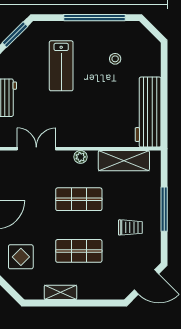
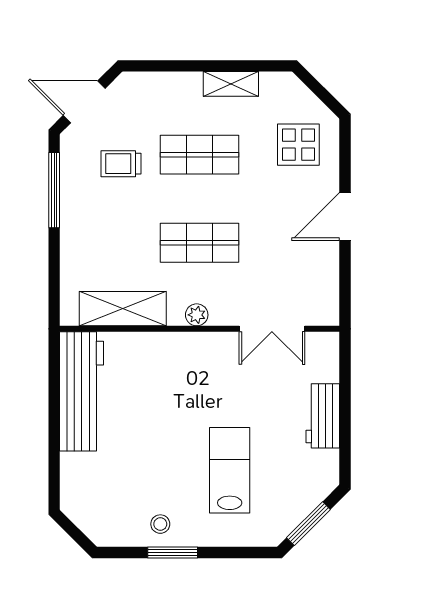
window: (95, 18) -> (173, 552), width x0.47
stool: (115, 59) -> (160, 524), moved
window: (164, 209) -> (54, 190), moved
trolley: (130, 227) -> (121, 164), moved

